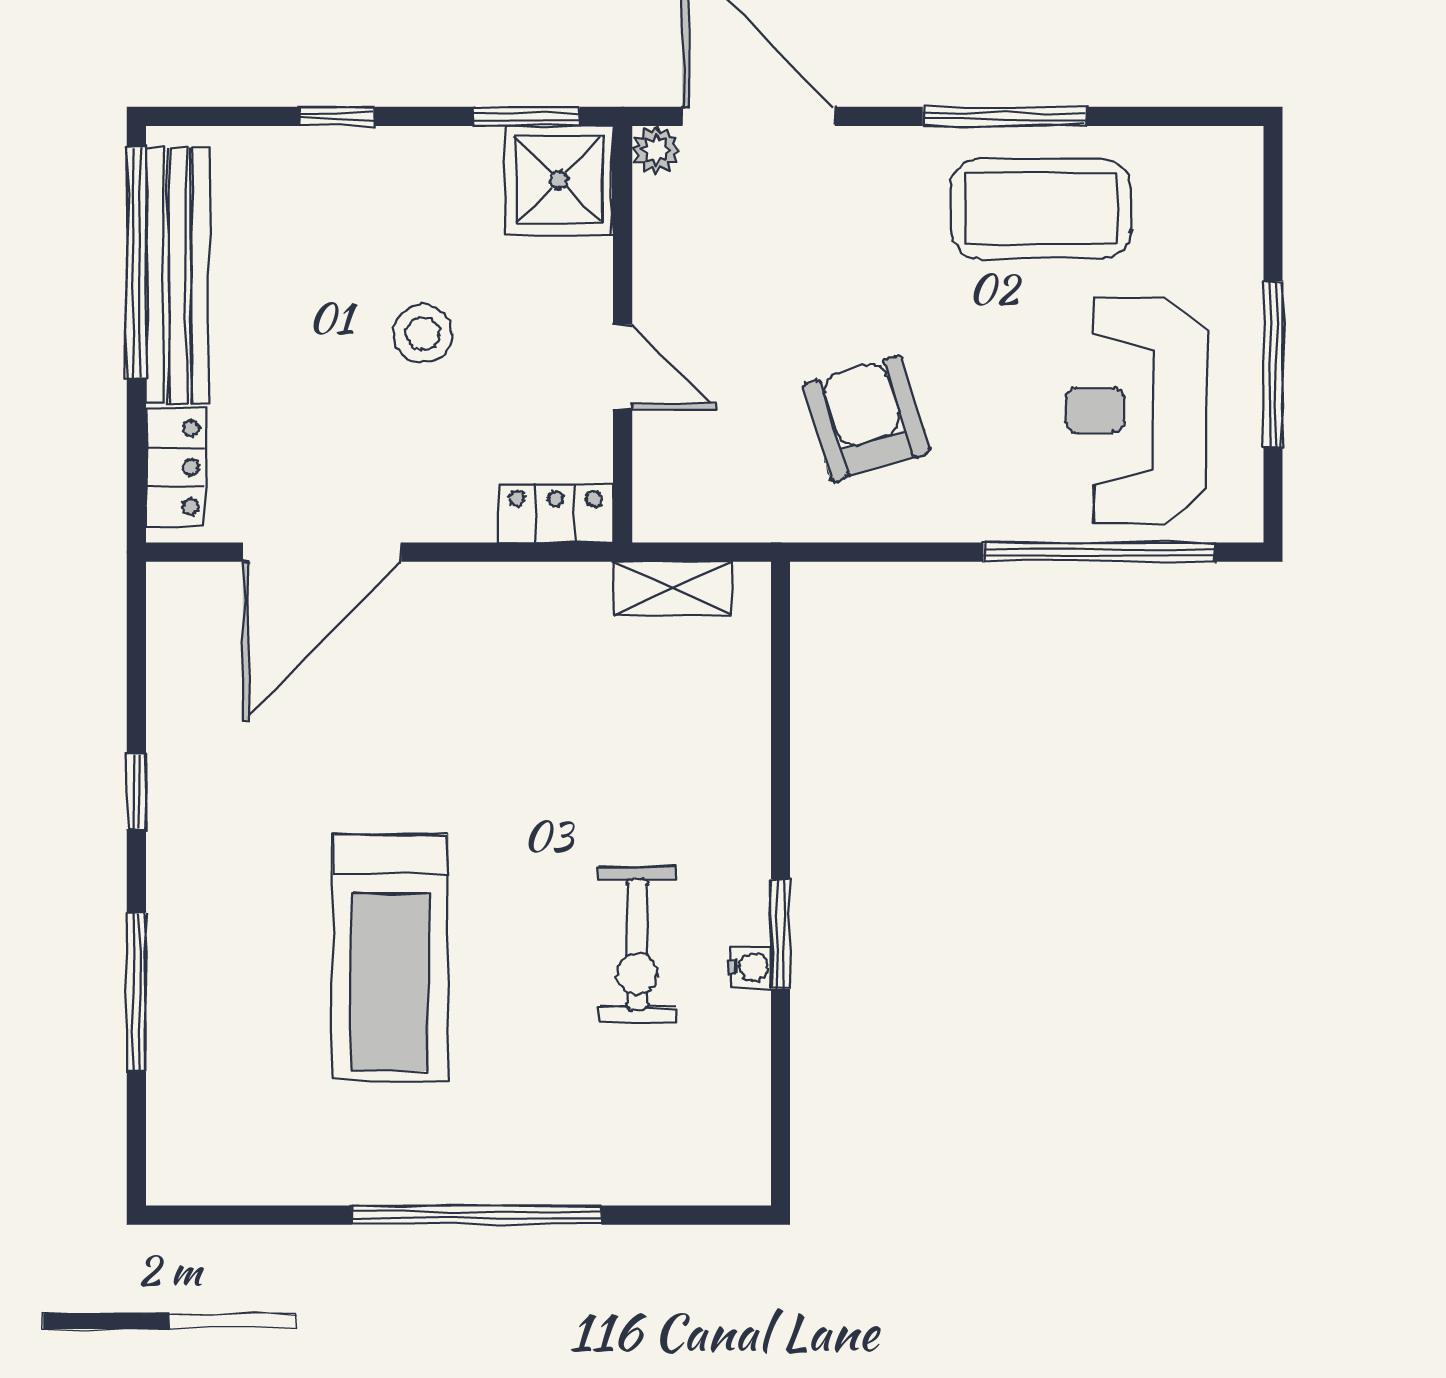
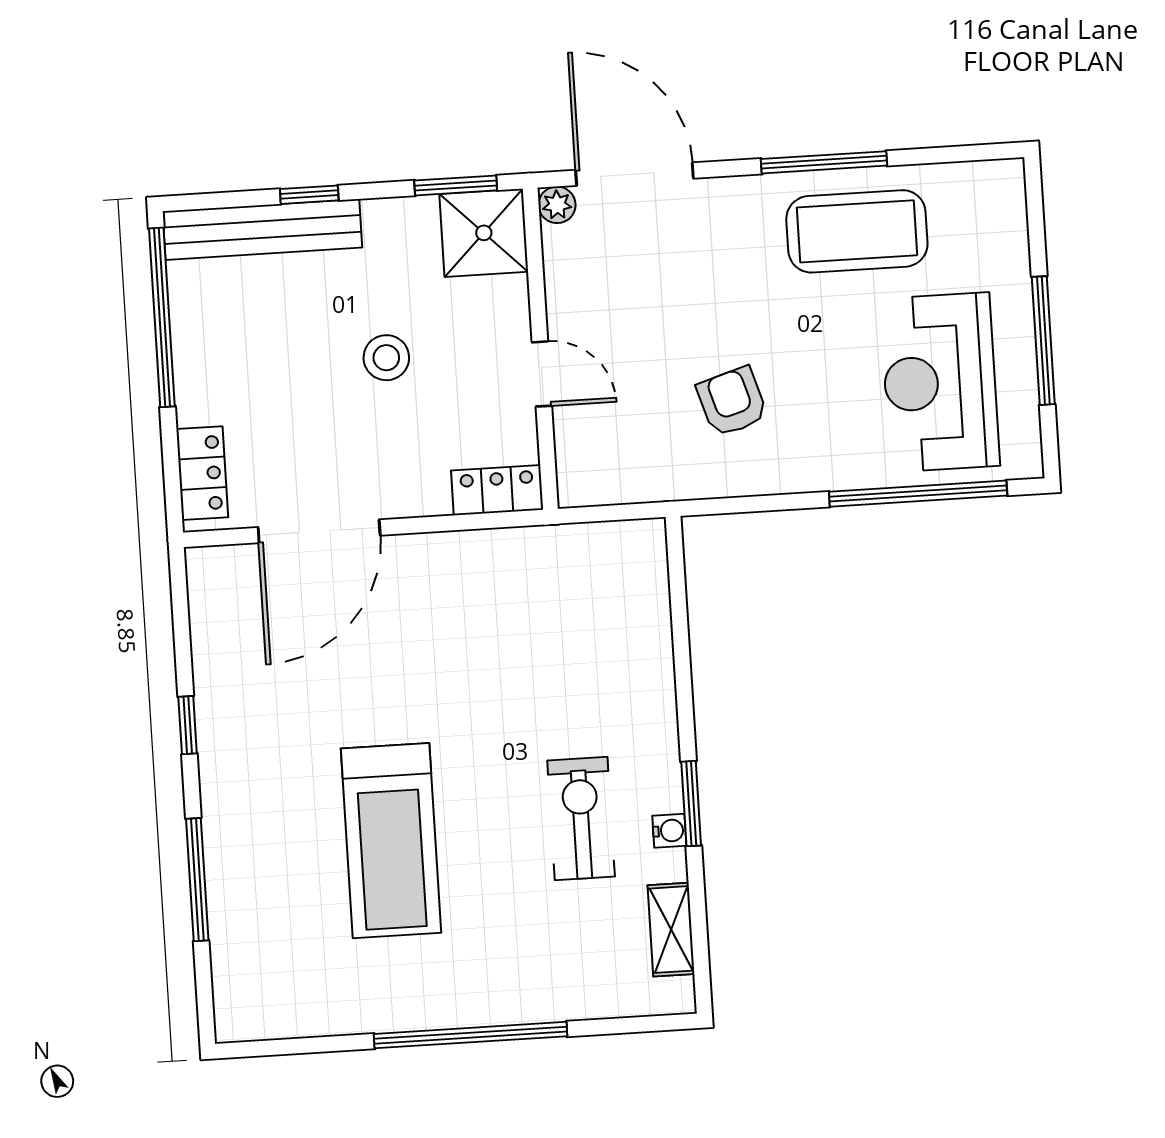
bench: (178, 276) -> (262, 229), moved, turned 90
armchair: (866, 418) -> (732, 402), width x0.72, depth x0.72
shelving: (673, 588) -> (671, 930), moved, turned 90
exercise bike: (637, 944) -> (581, 819), turned 180

